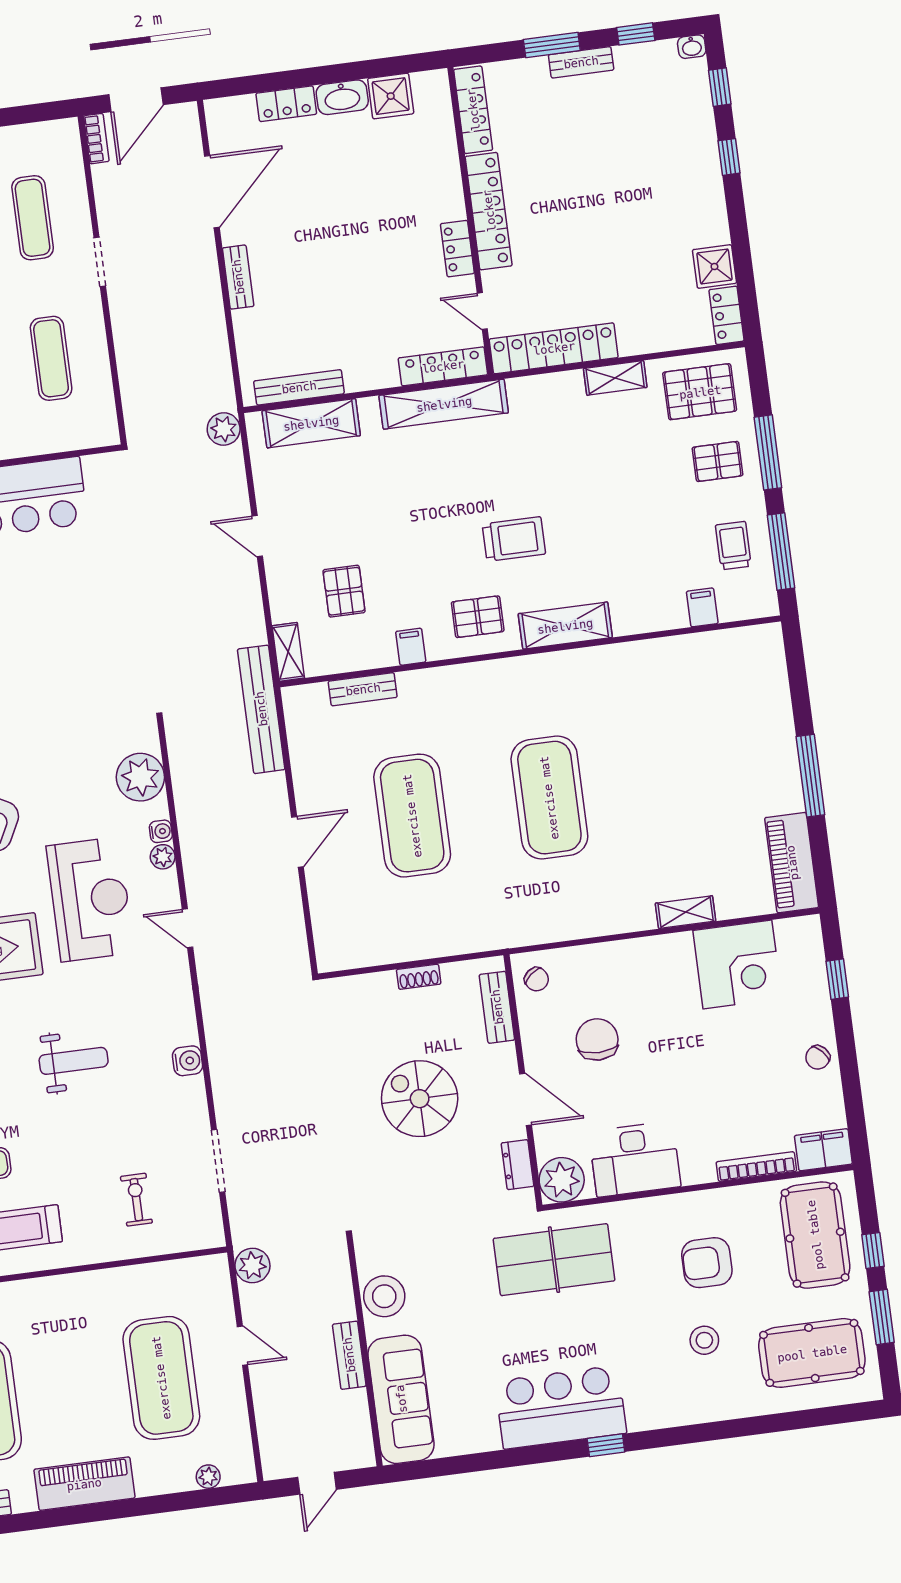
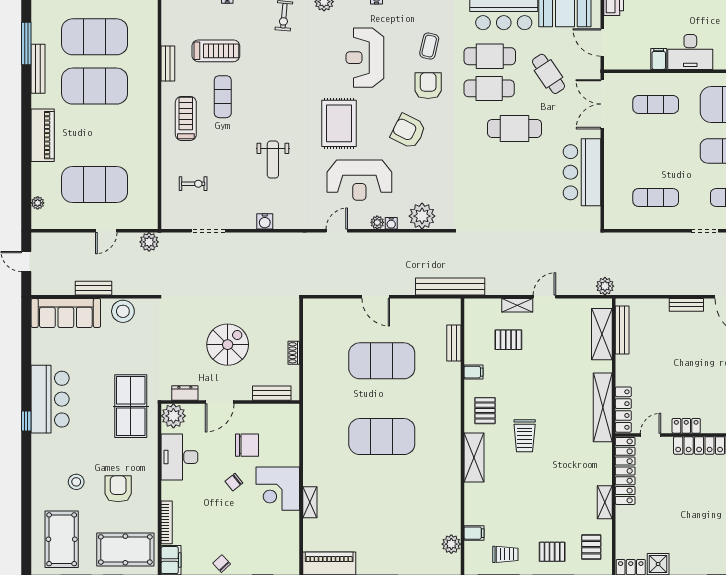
pallet: (700, 392) -> (591, 547), width x0.67, depth x0.71
pallet: (718, 461) -> (552, 552), turned 90
plant: (728, 646) -> (451, 544), added
shelving: (288, 652) -> (517, 305), moved
corner desk: (737, 964) -> (278, 489), moved
chair: (536, 979) -> (234, 482), moved

